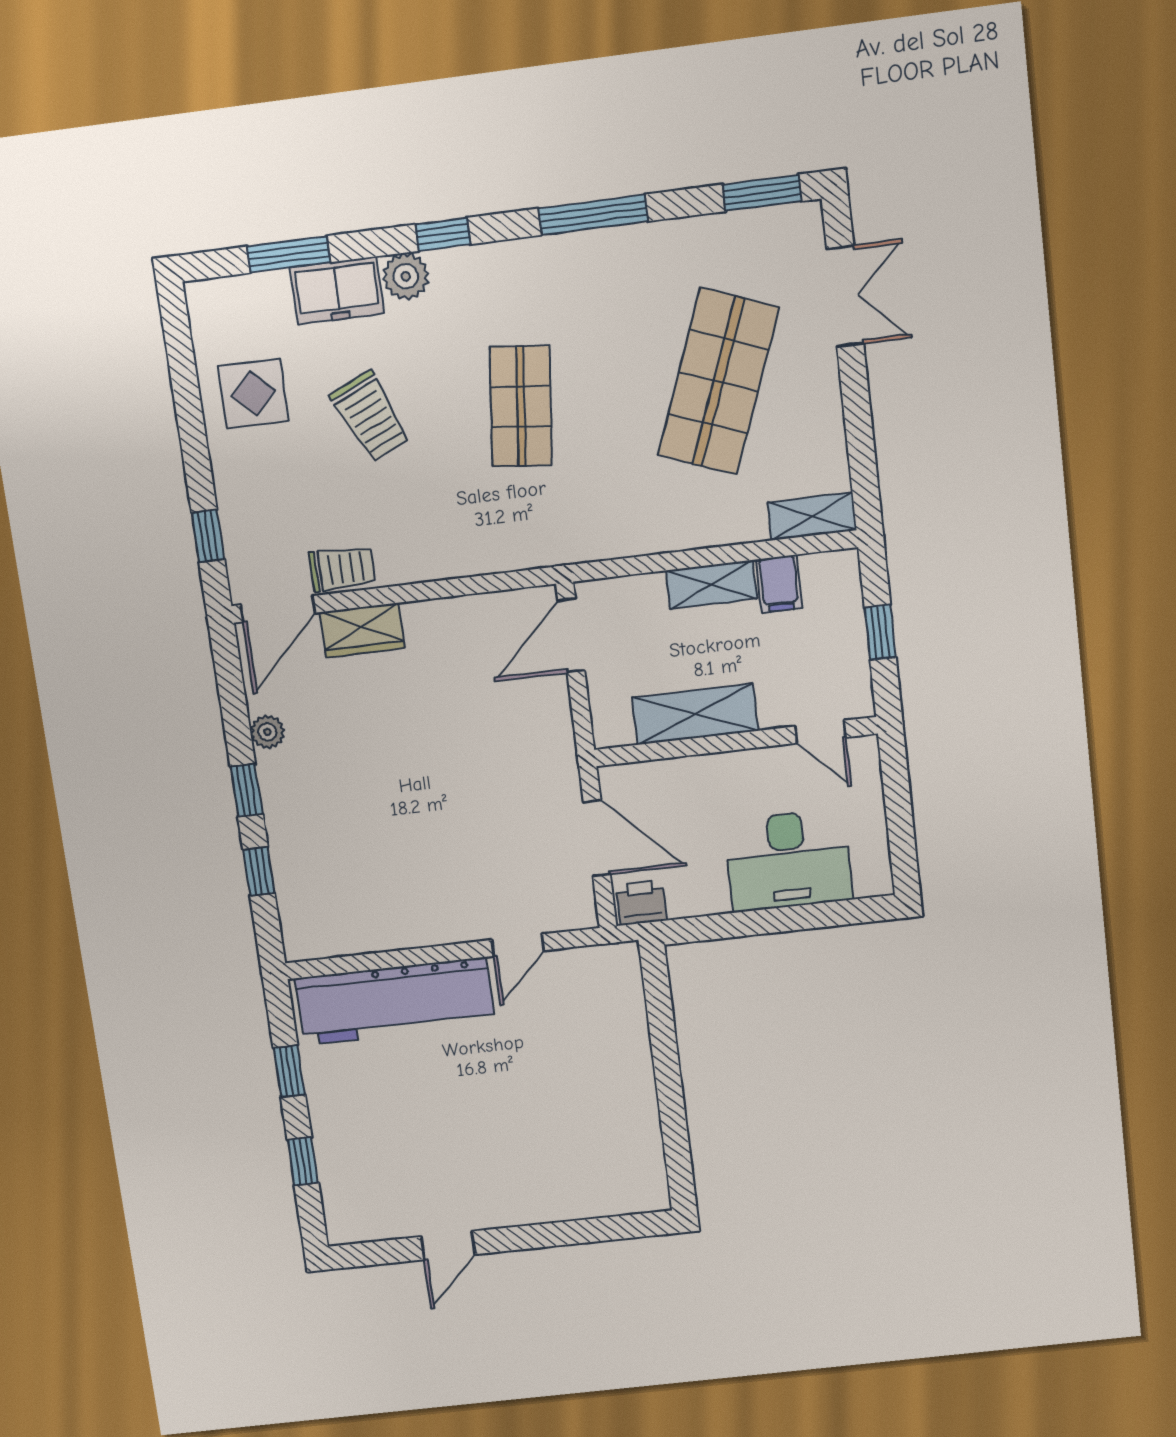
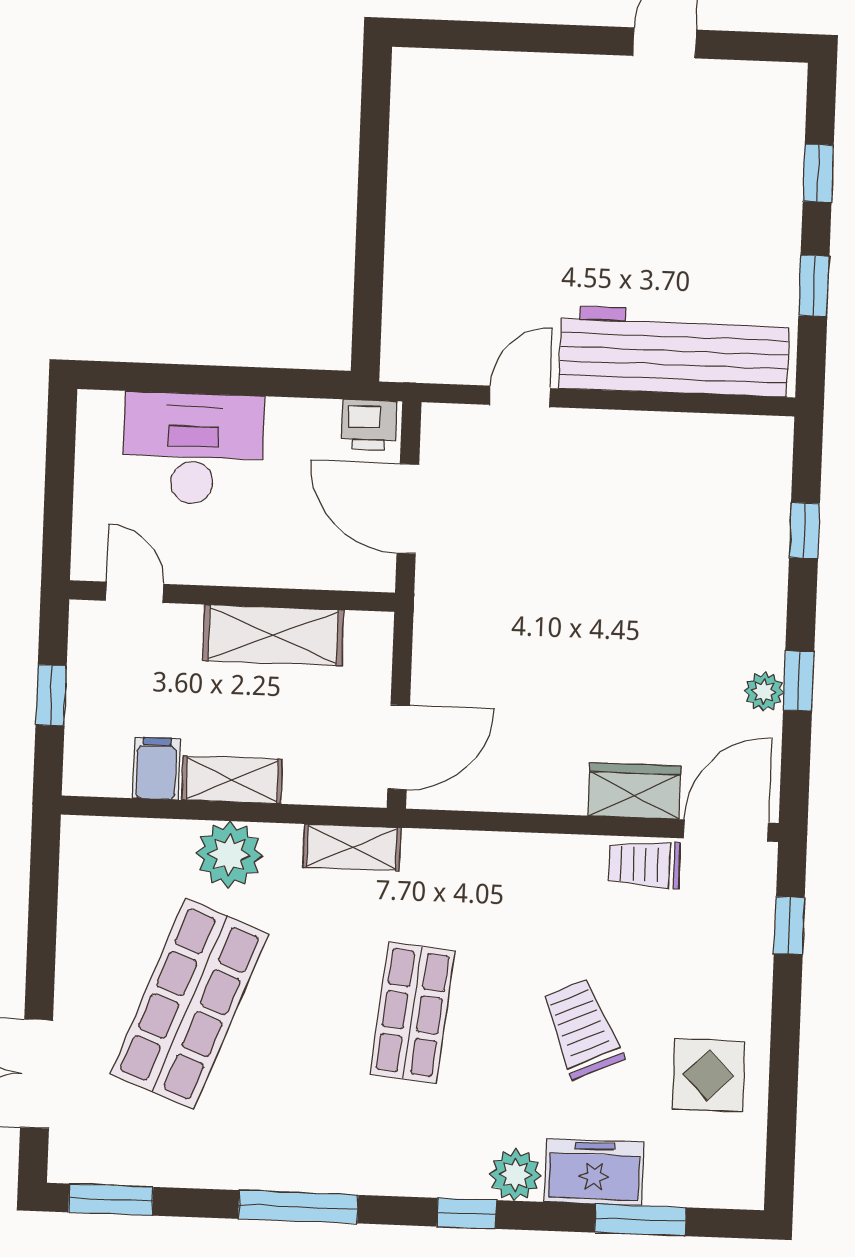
shelving: (812, 516) -> (352, 847), moved
plant: (704, 519) -> (229, 855), added
window: (247, 790) -> (799, 681), moved

